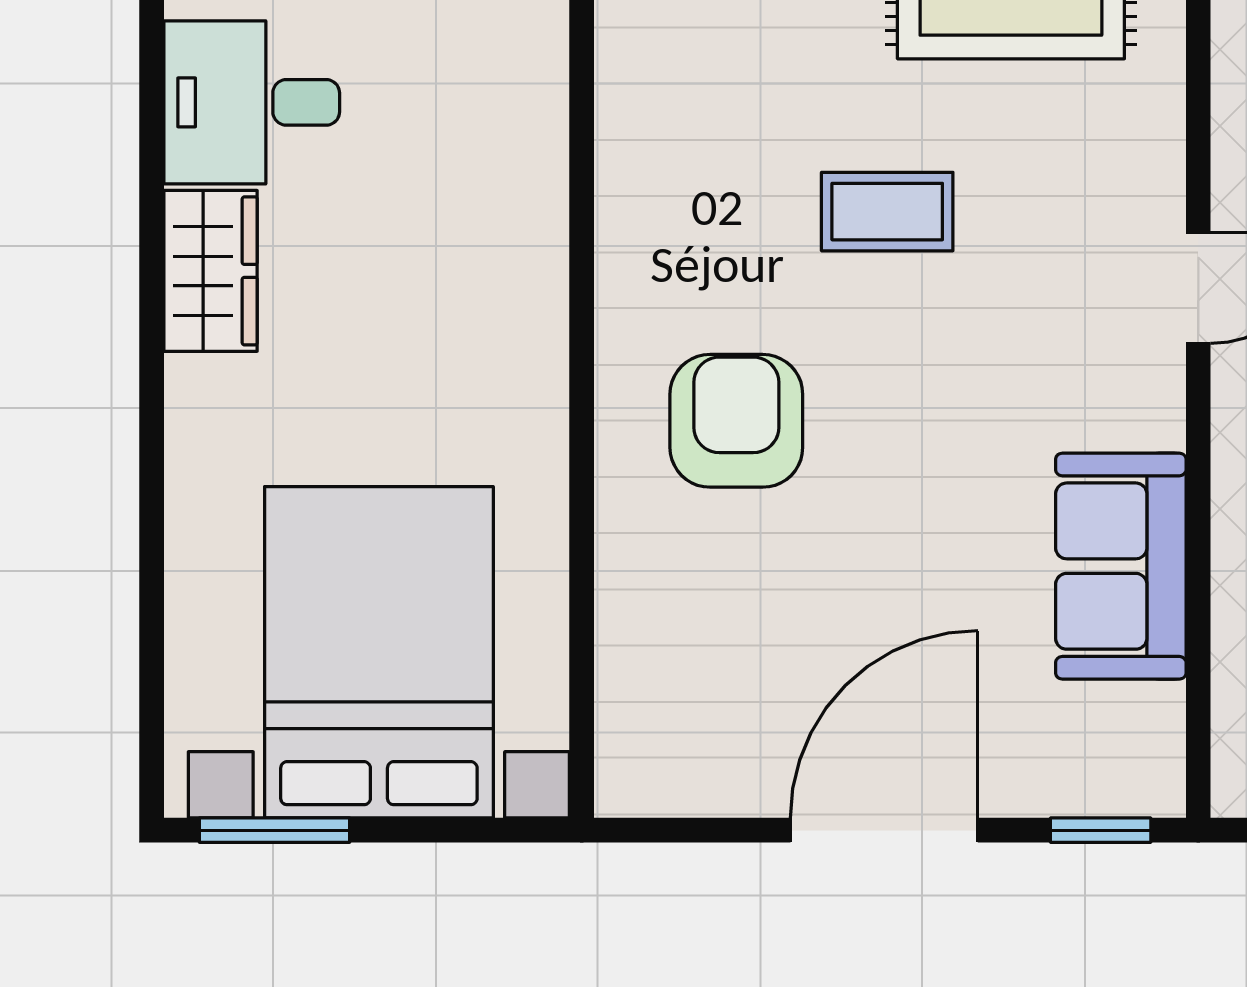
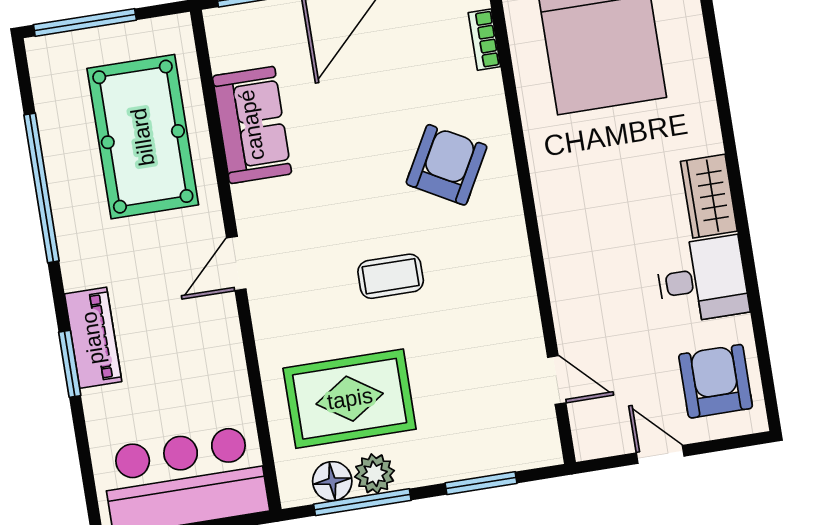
armchair: (736, 421) -> (447, 165), turned -151
bookcase: (618, 664) -> (484, 40), added

